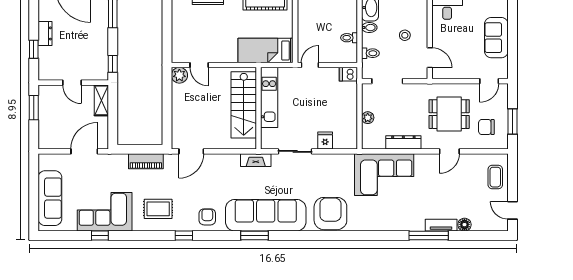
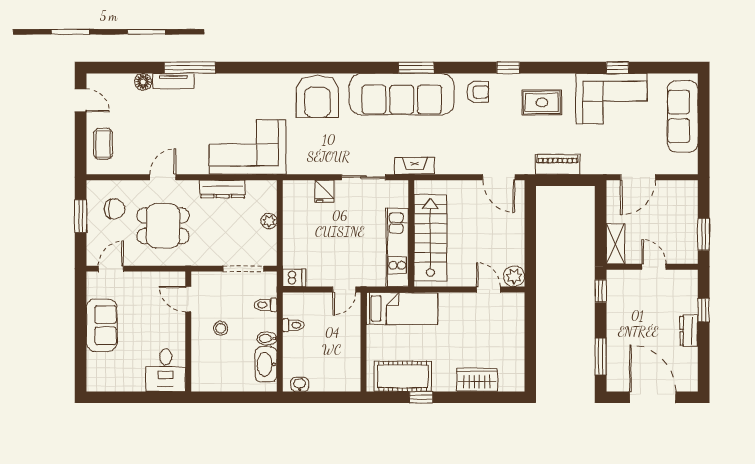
door: (191, 151) -> (499, 177), swing flipped
armchair: (207, 217) -> (478, 92), turned -90

